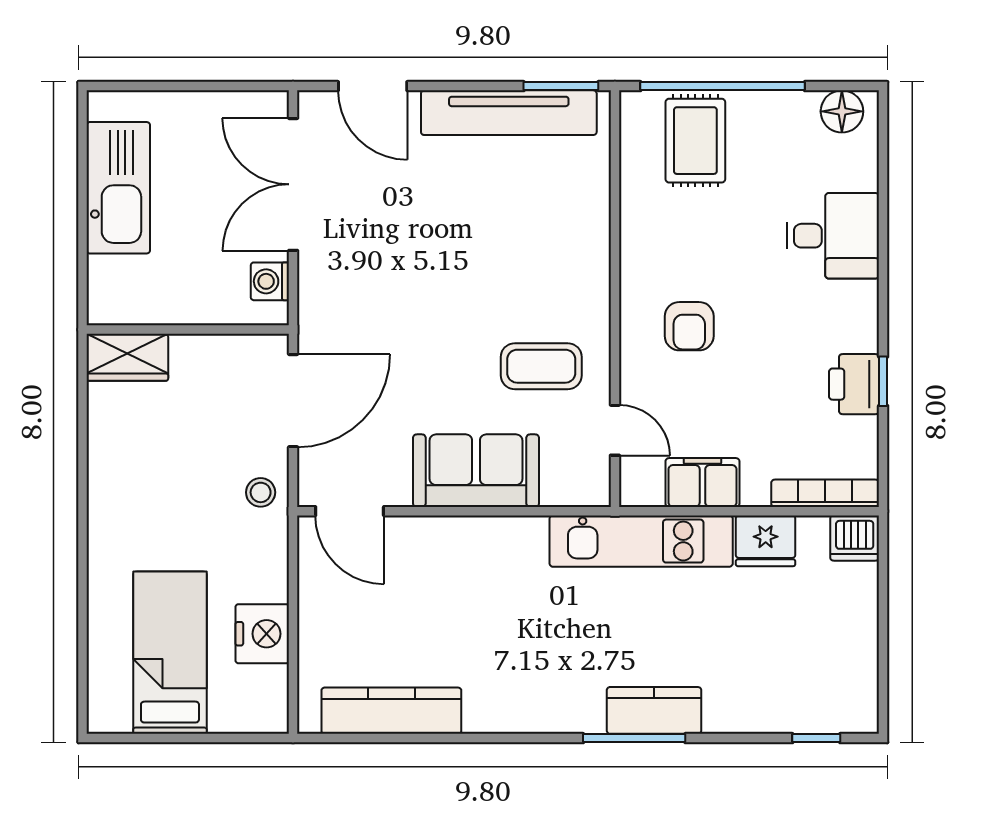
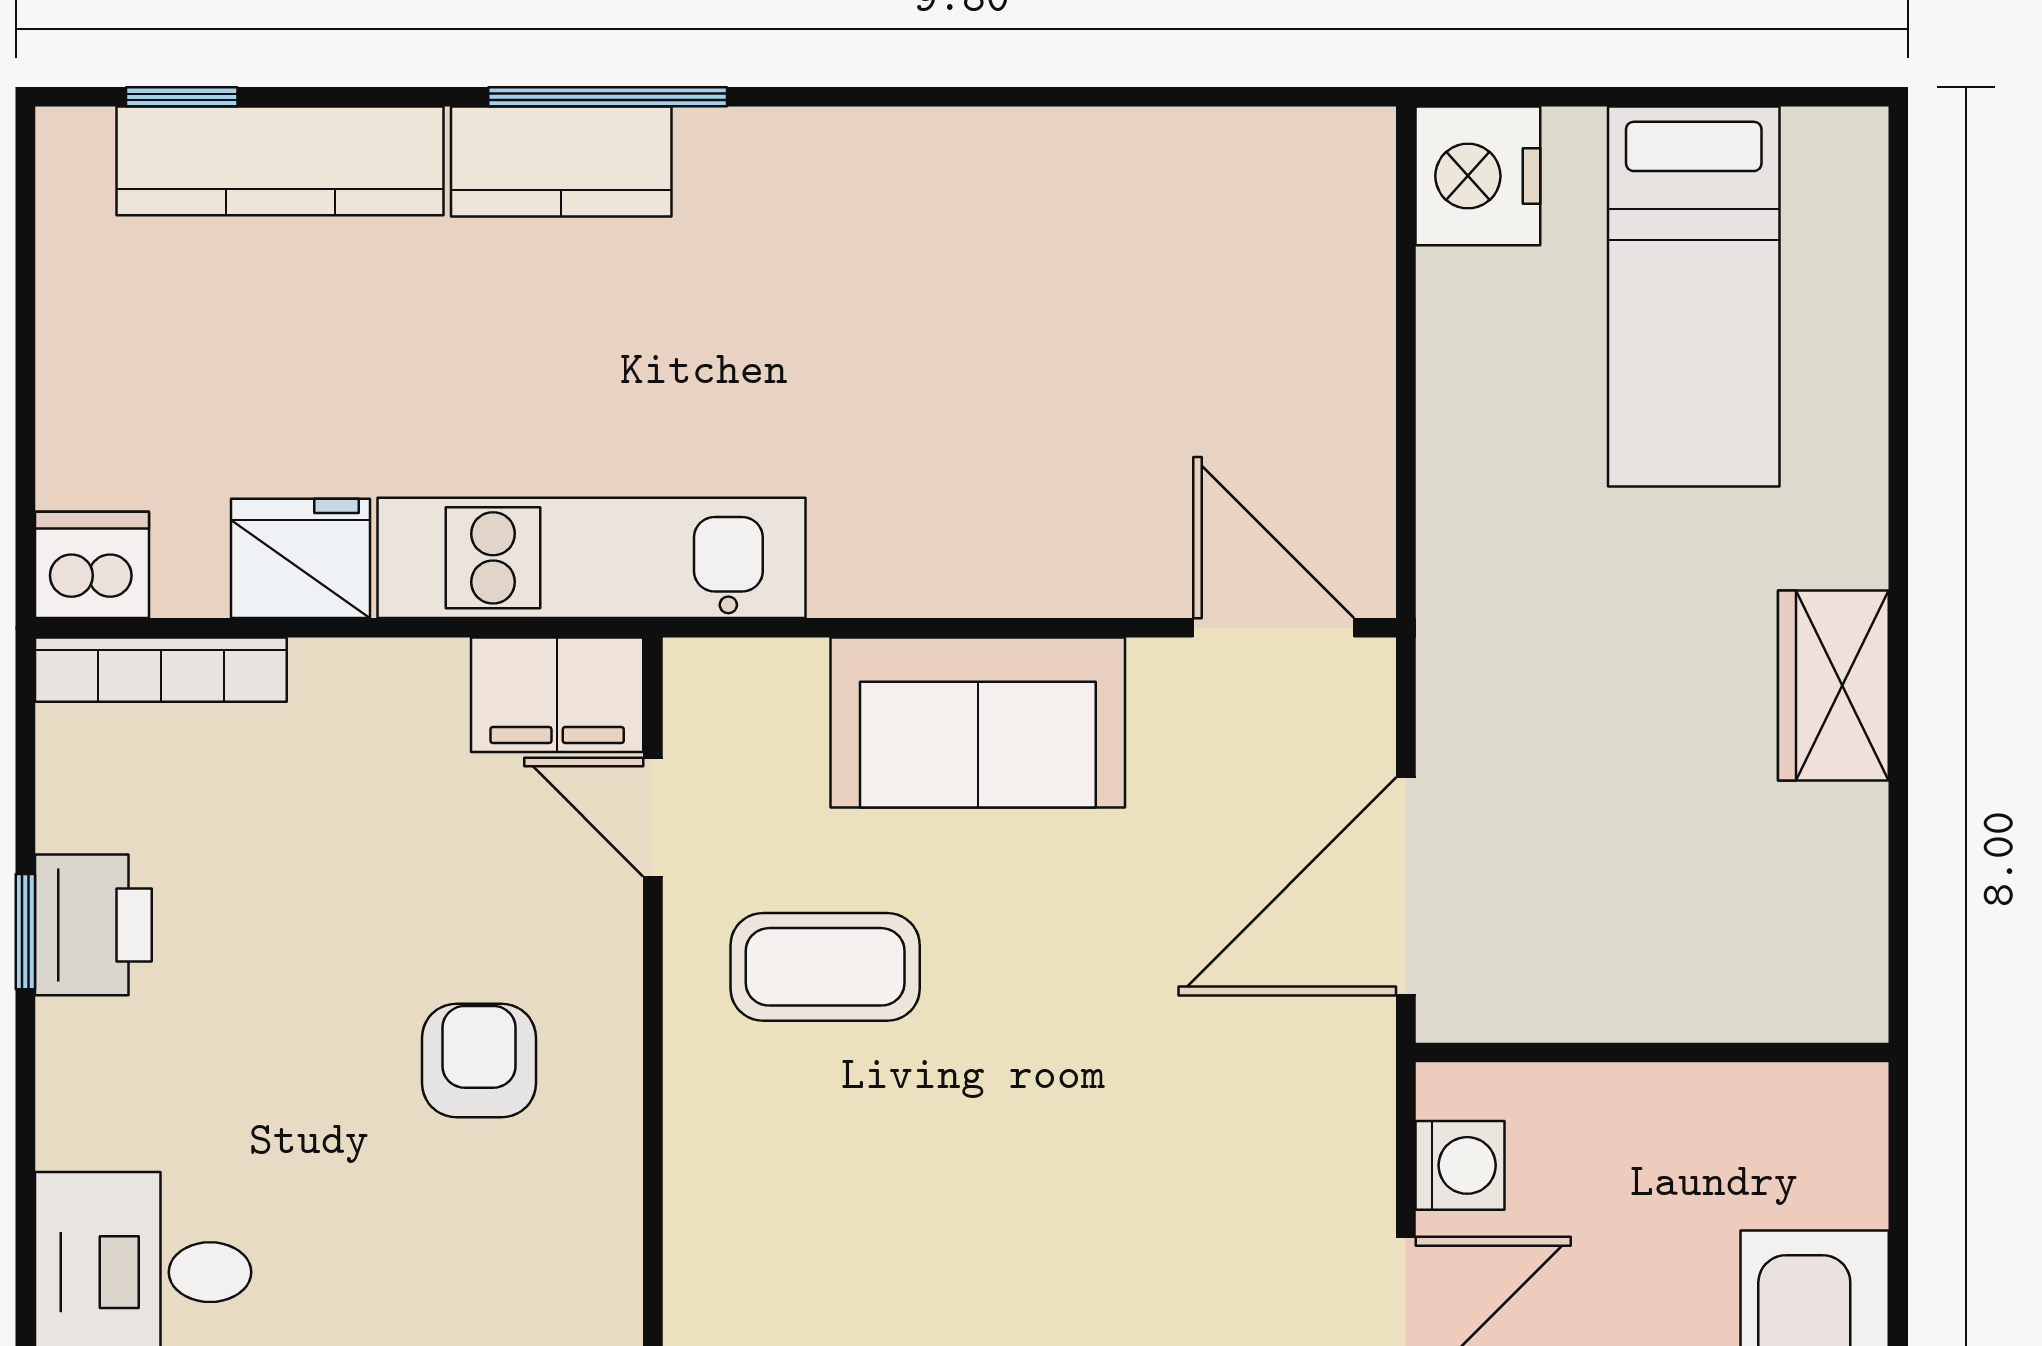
wardrobe: (127, 357) -> (1833, 686), moved, turned -90
filing cabinet: (702, 482) -> (557, 695), moved
stool: (261, 492) -> (1482, 672), removed
nightstand: (262, 634) -> (1478, 176), moved
kitchen counter: (391, 711) -> (280, 161), moved

